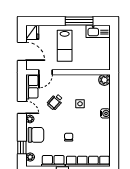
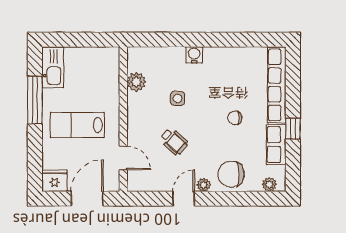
lab bench: (65, 46) -> (77, 125), turned 180
plant: (104, 80) -> (136, 82), moved
row of seats: (32, 87) -> (148, 181), removed
chair: (36, 135) -> (231, 174), turned -90
window: (22, 148) -> (253, 199), removed

